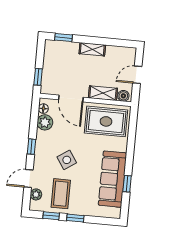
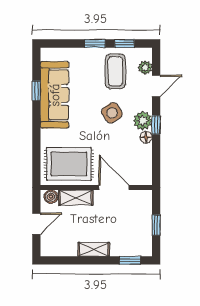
window: (38, 77) -> (156, 225), moved
floor lamp: (43, 109) -> (146, 137), moved
plant: (45, 122) -> (143, 121), moved

